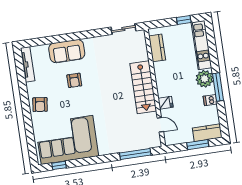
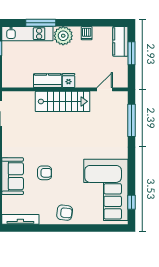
kitchen counter: (157, 48) -> (48, 81), moved
window: (218, 87) -> (41, 23), moved
fridge: (166, 103) -> (69, 80), moved

